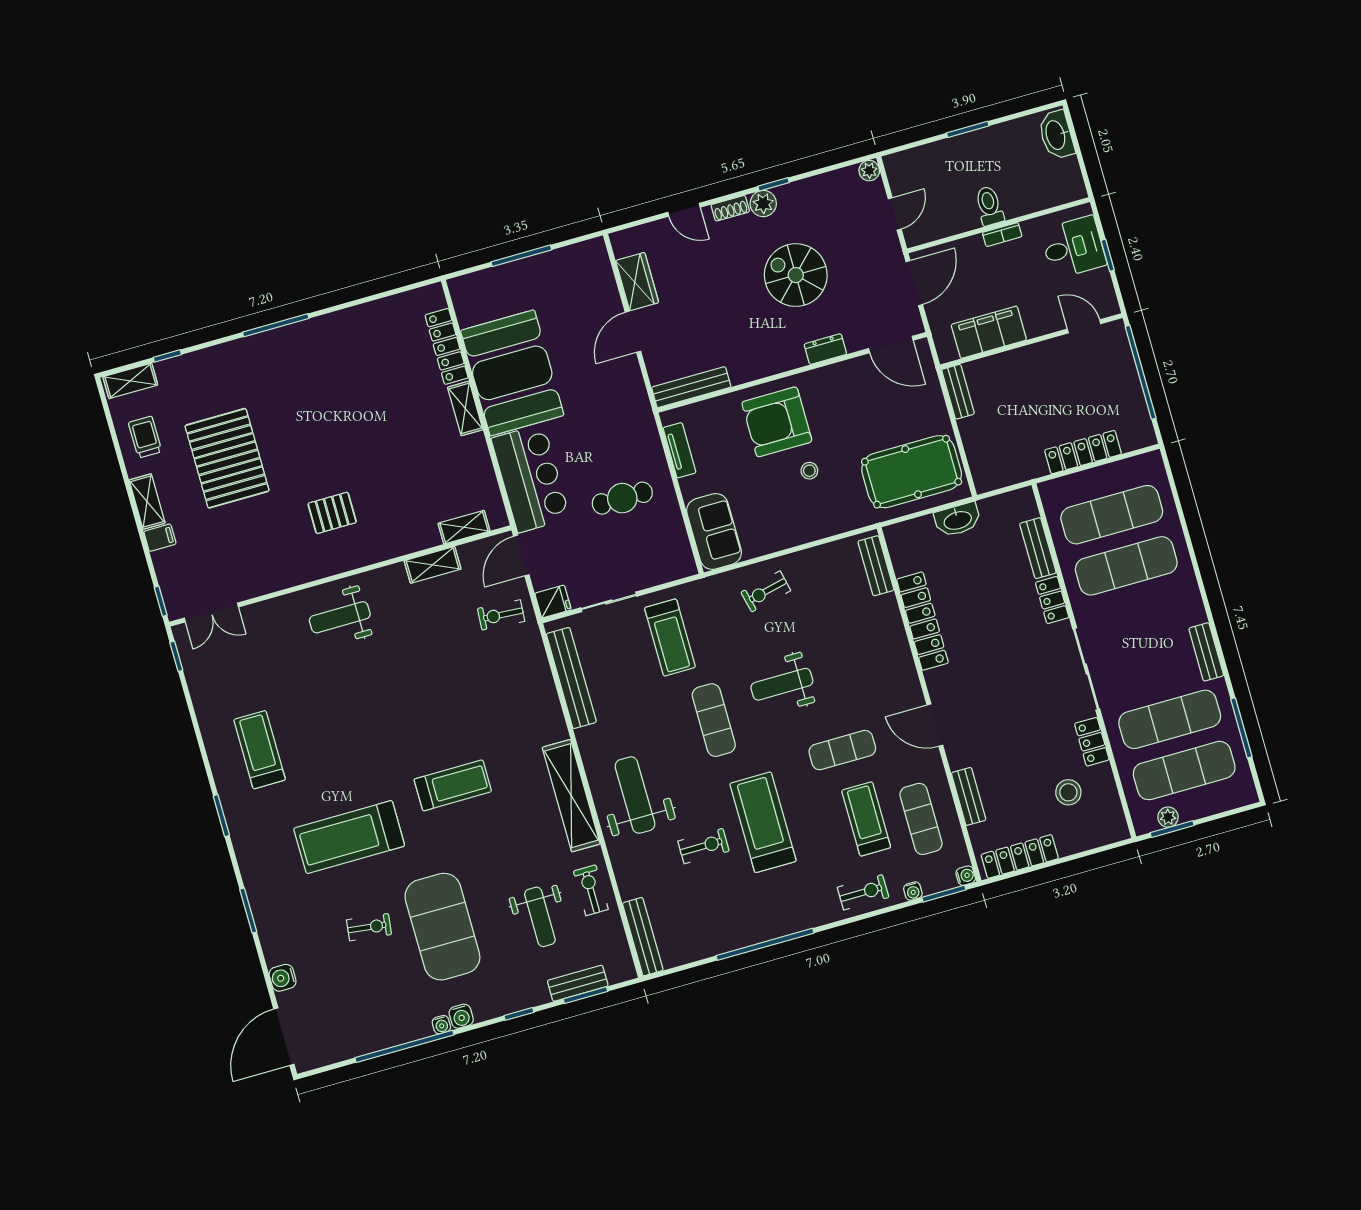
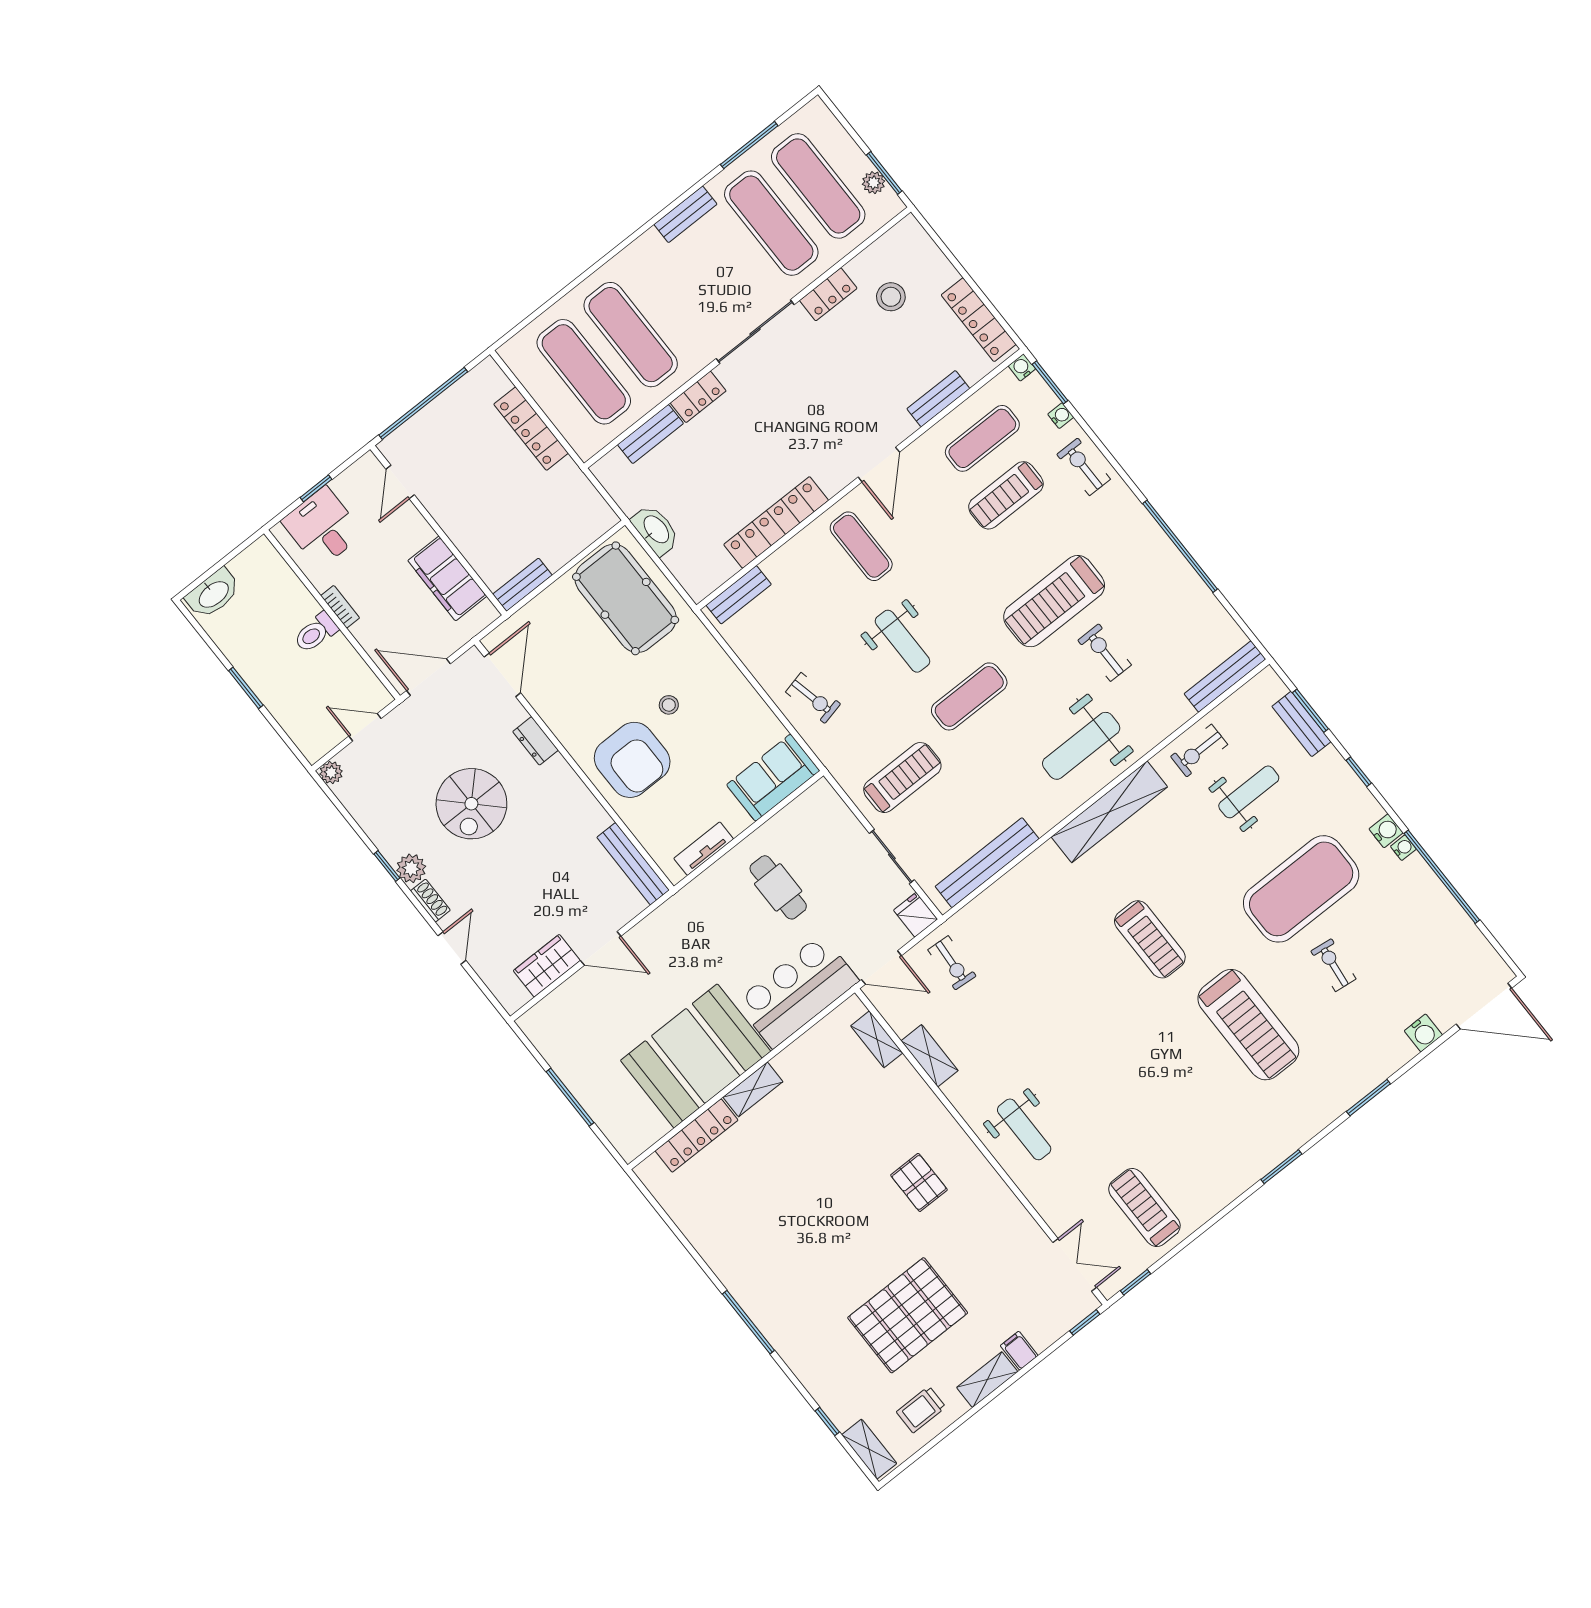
treadmill: (260, 750) -> (1144, 1208), moved, turned 90
exercise mat: (842, 750) -> (861, 546), moved
treadmill: (453, 785) -> (1150, 939), turned 180

